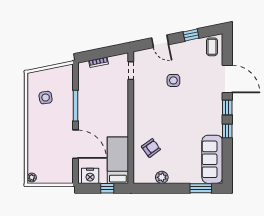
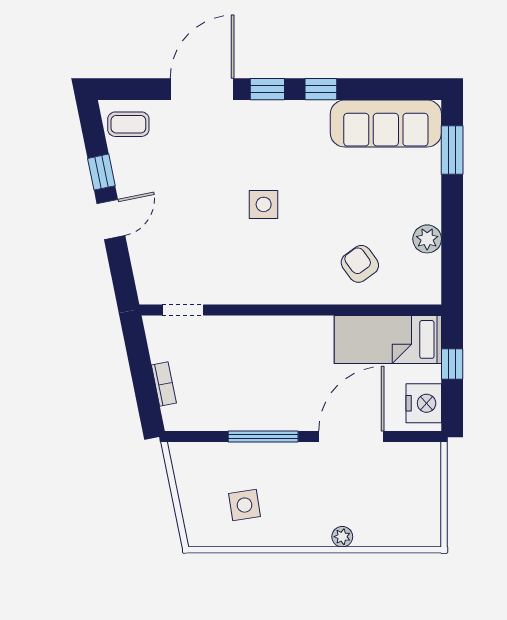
door: (160, 41) -> (111, 219), moved
side table: (173, 80) -> (264, 204), moved
plant: (32, 178) -> (342, 537), moved

